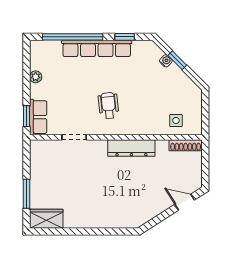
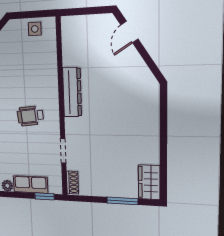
row of seats: (38, 117) -> (31, 185), moved
side table: (176, 120) -> (35, 29), moved
shoe rack: (186, 145) -> (72, 183), moved, width x0.70

